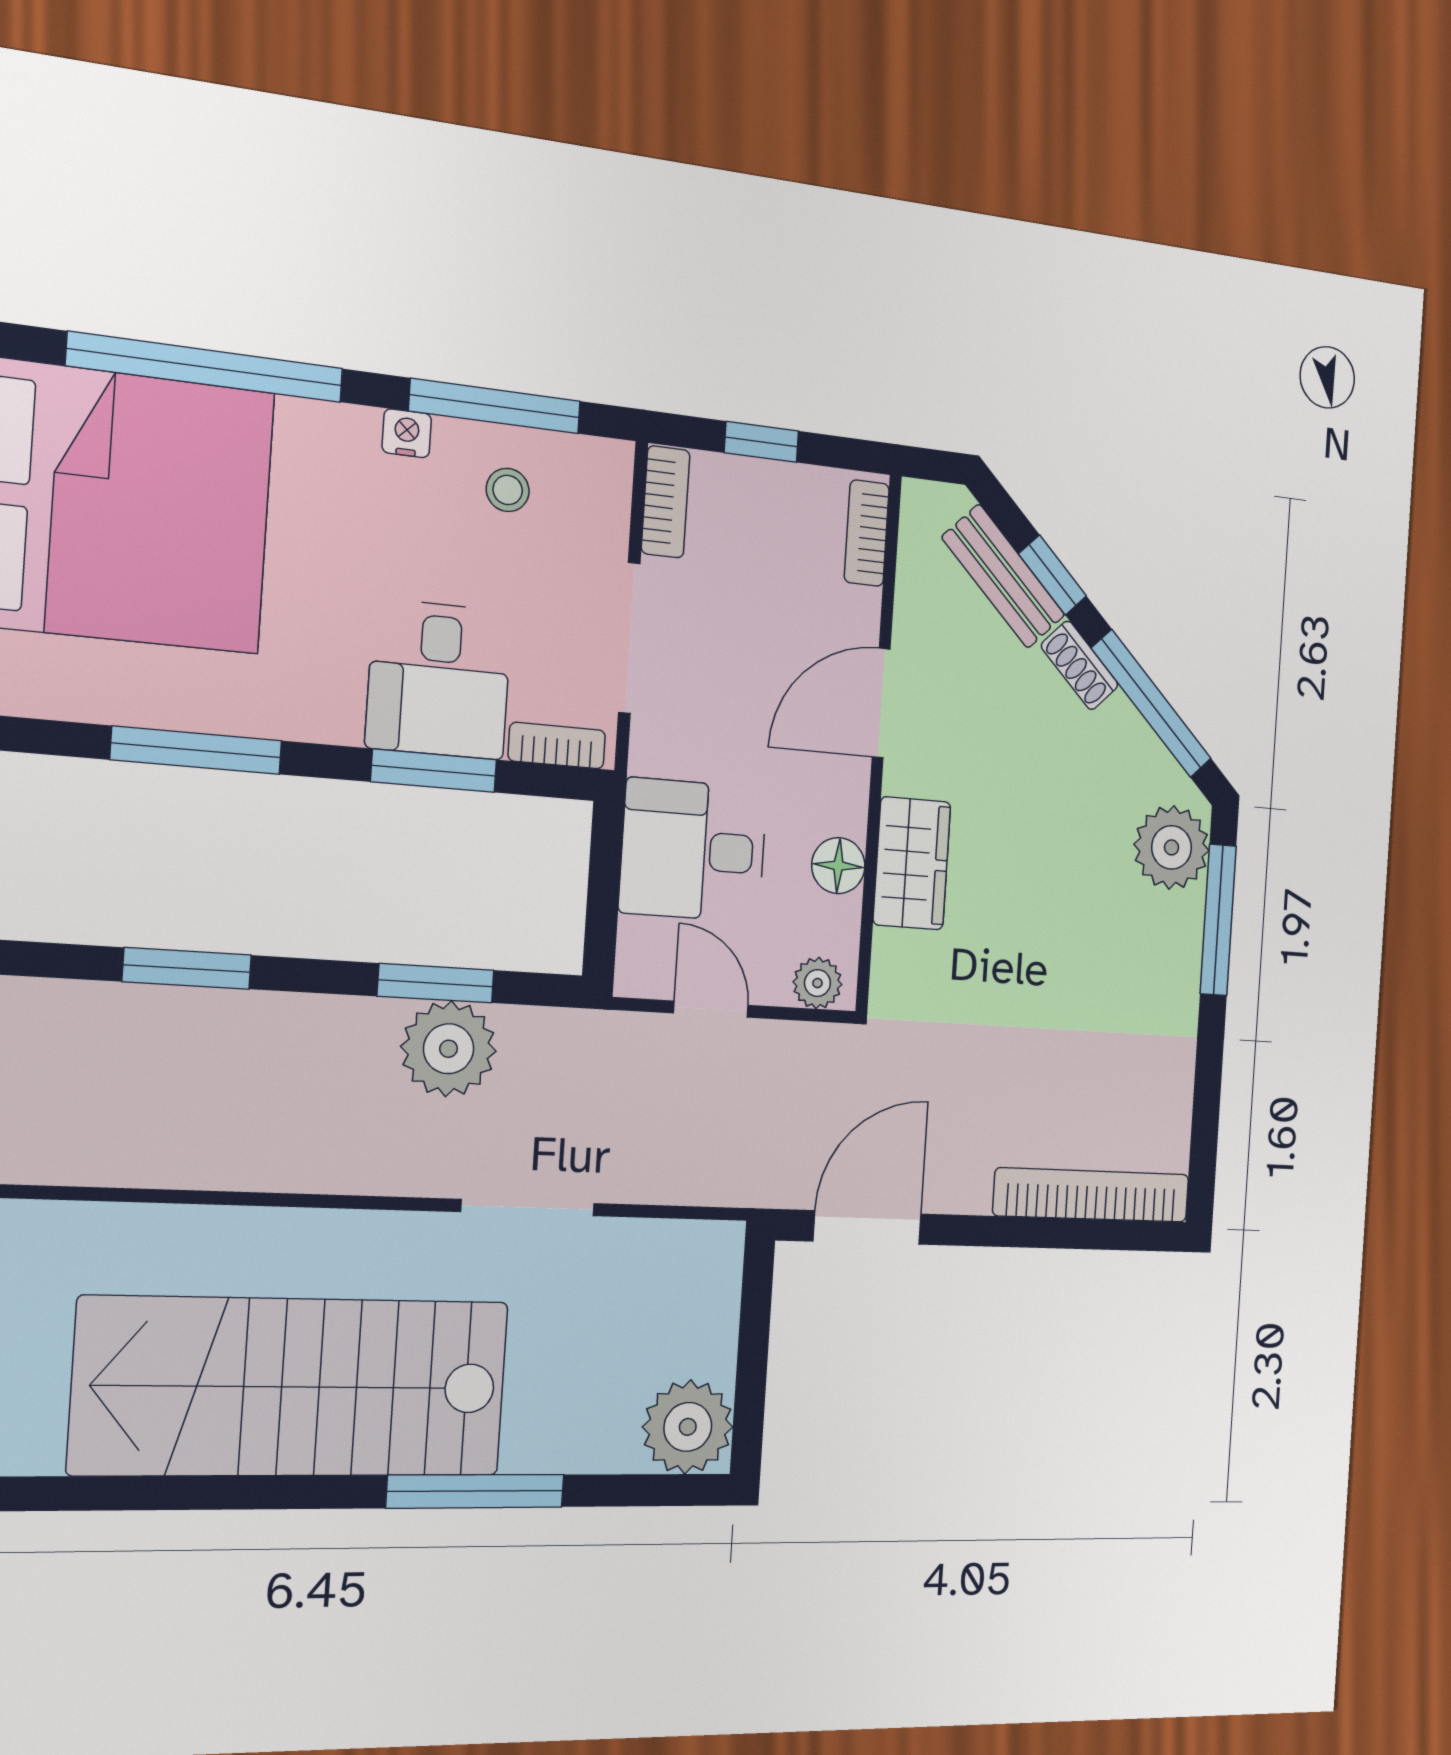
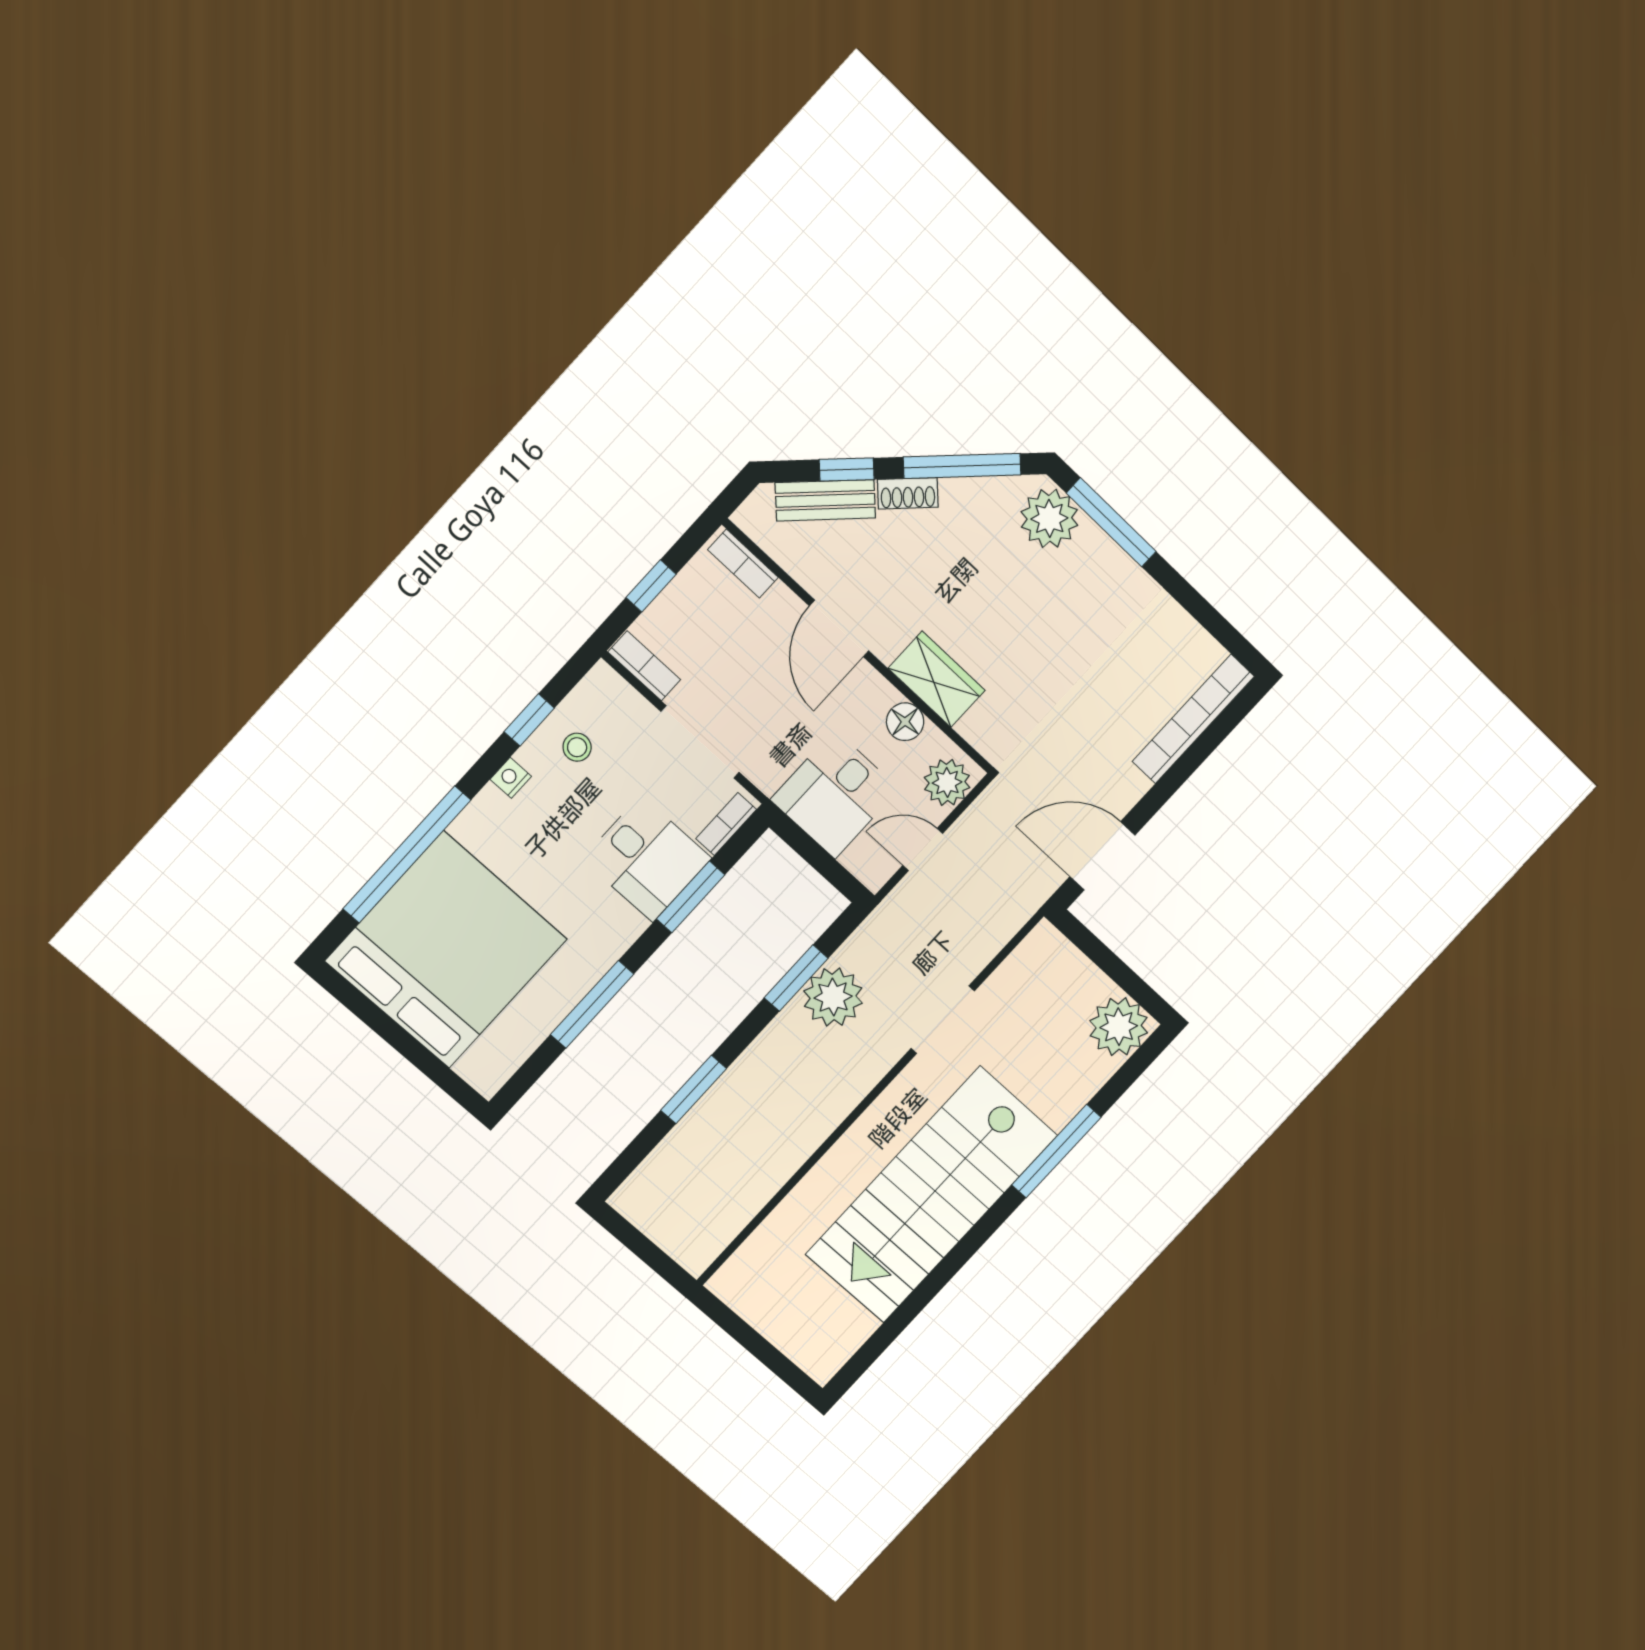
window: (495, 406) -> (529, 720), width x0.46
plant: (817, 983) -> (947, 782), width x1.38, depth x1.38
door: (867, 1228) -> (1102, 856), hinge flipped

